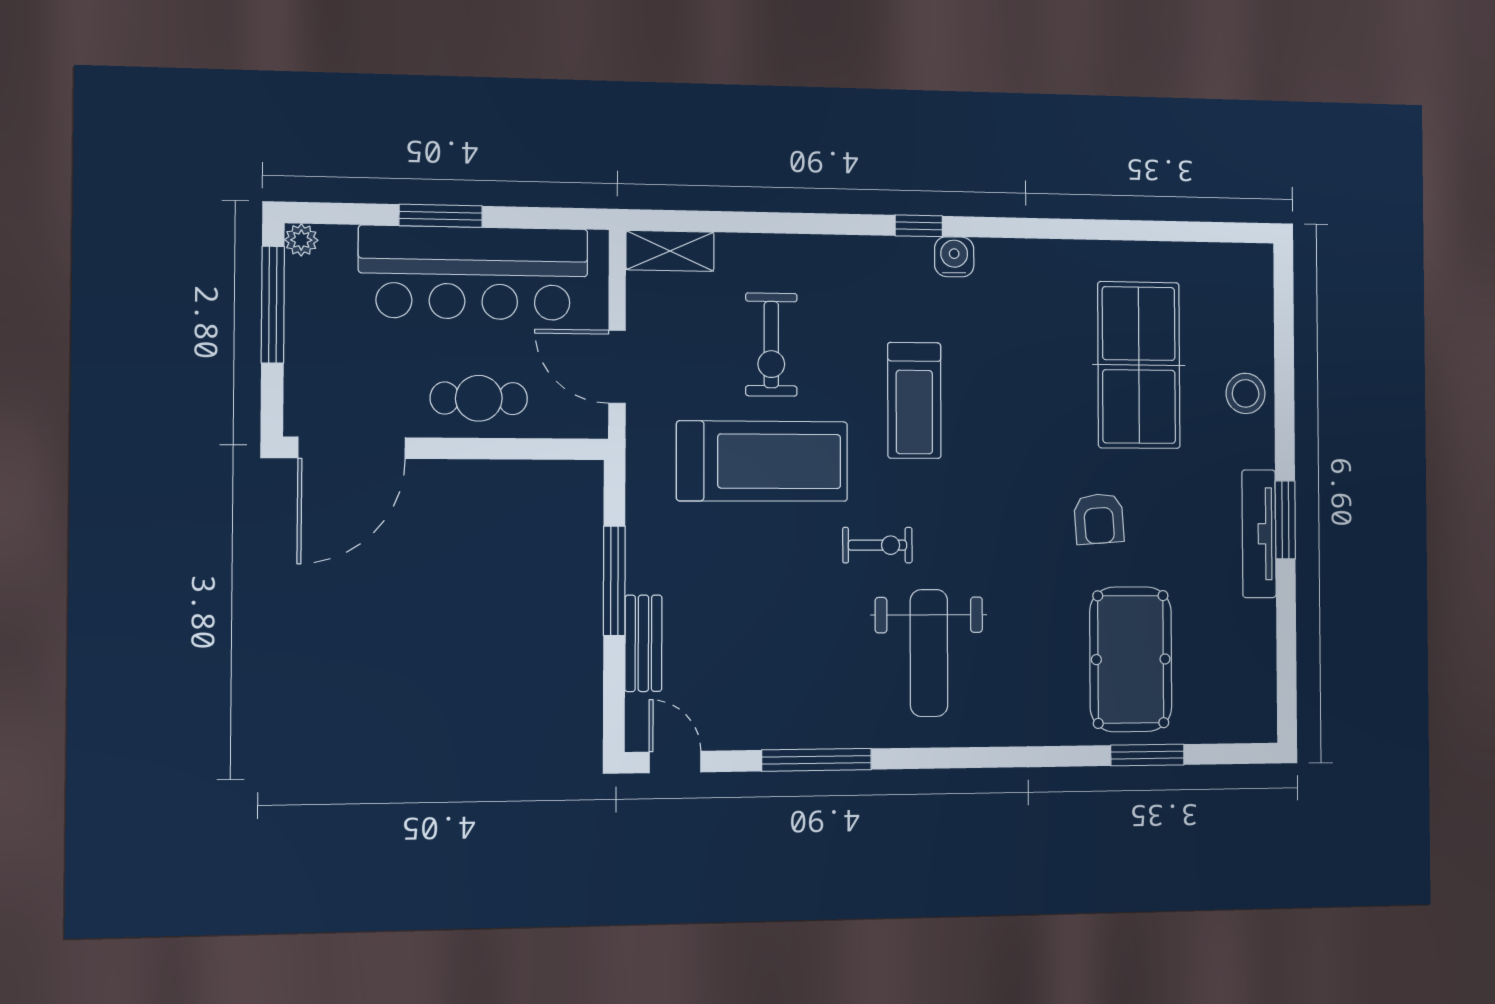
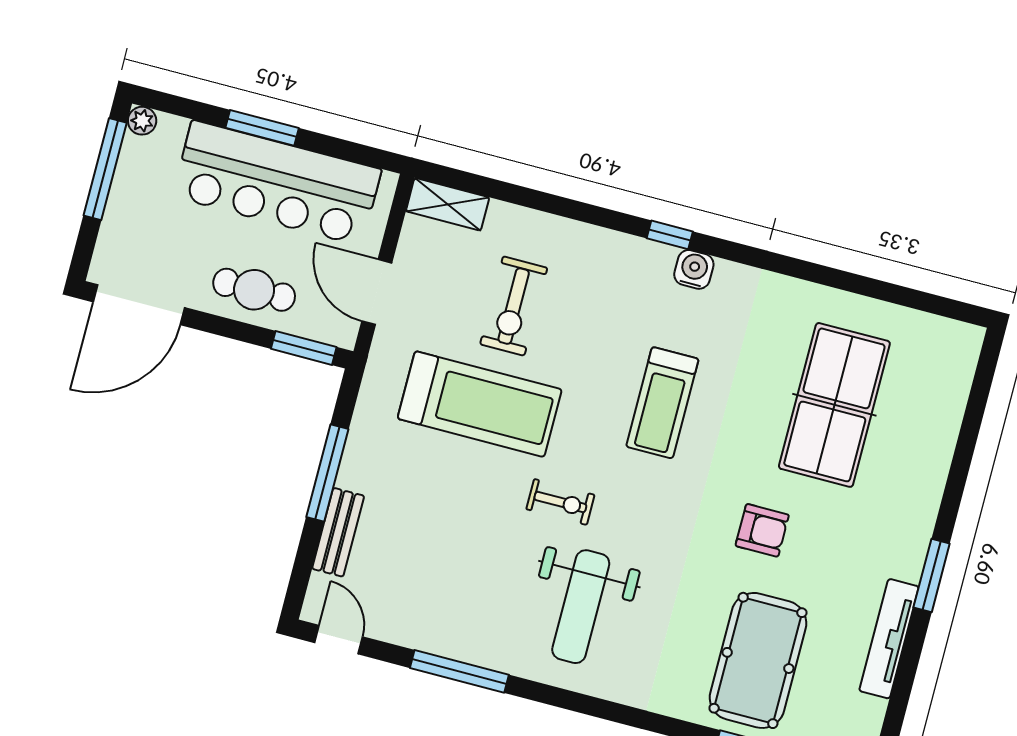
stool: (1246, 393) -> (925, 454), removed
treadmill: (914, 400) -> (662, 403), moved
window: (552, 449) -> (304, 348), added
armchair: (1099, 519) -> (762, 530), turned -86
tv unit: (1259, 534) -> (889, 639), moved

